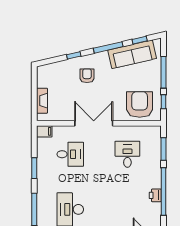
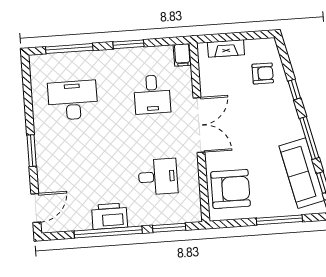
armchair: (87, 76) -> (263, 73), moved
window: (163, 102) -> (237, 223), removed
printer: (155, 195) -> (109, 216), width x1.87, depth x1.48

